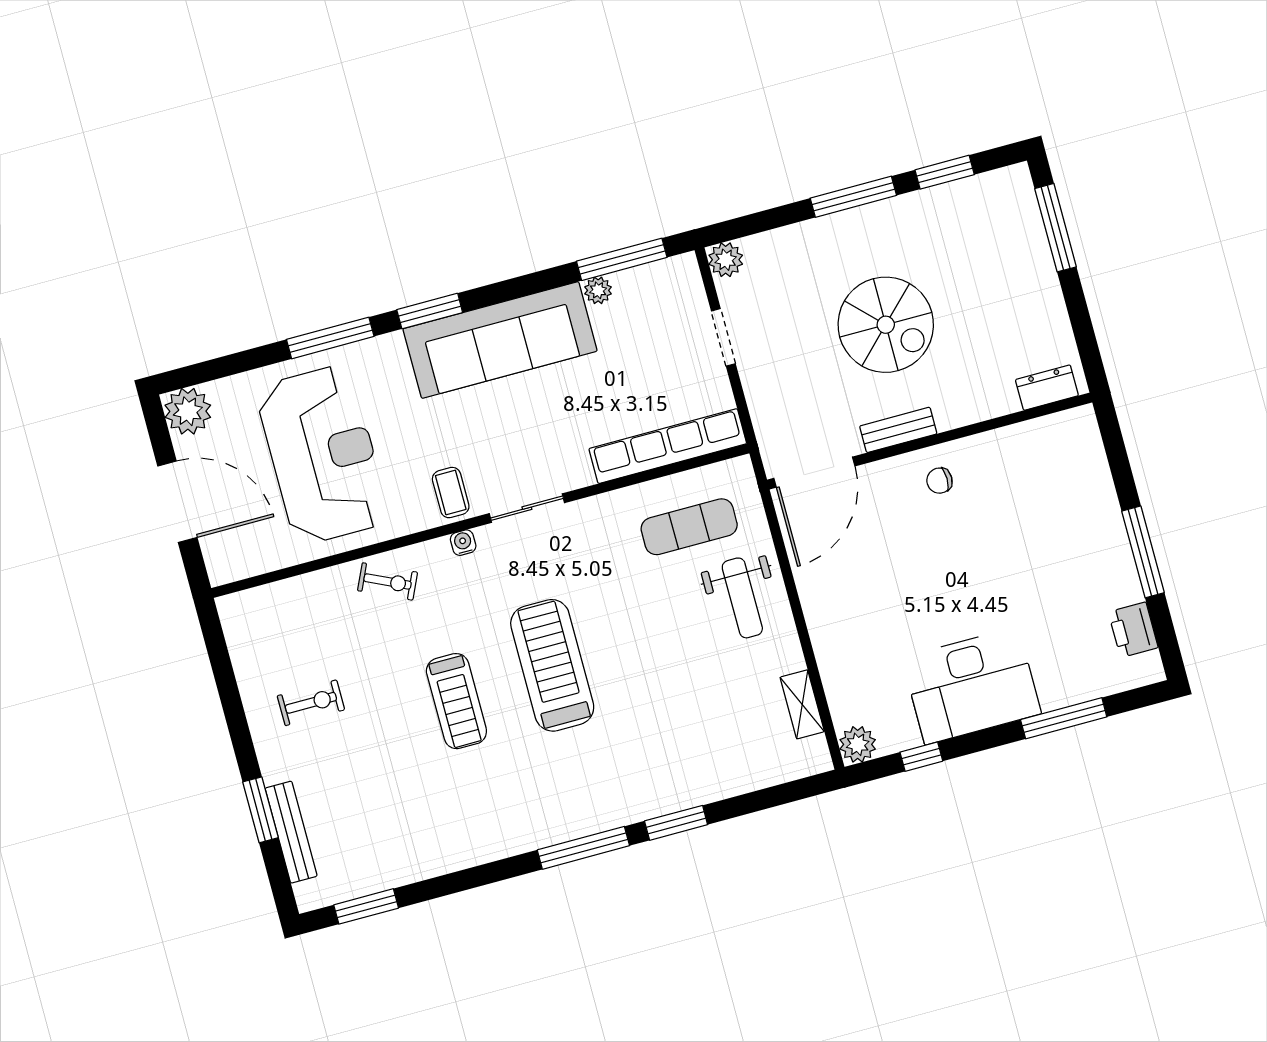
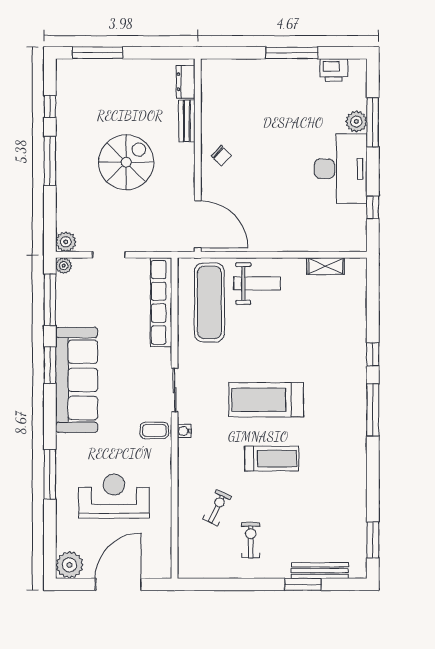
window: (945, 172) -> (50, 106), width x0.67
plant: (598, 290) -> (64, 266), moved
window: (430, 311) -> (50, 365), moved
bench: (898, 430) -> (187, 121), moved
reception desk: (323, 455) -> (114, 496), width x0.74, depth x0.77
chair: (939, 481) -> (221, 156), turned -46
exercise mat: (689, 527) -> (209, 302), width x1.36, depth x1.45
exercise bike: (388, 581) -> (217, 508), moved
plant: (858, 744) -> (356, 121), moved
window: (676, 823) -> (373, 354), width x0.67

